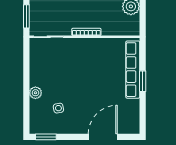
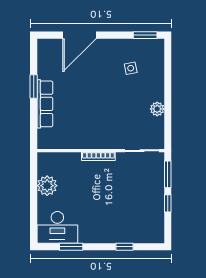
row of seats: (133, 70) -> (45, 104), width x0.73
window: (143, 81) -> (34, 86), moved
plant: (35, 93) -> (157, 109), moved

